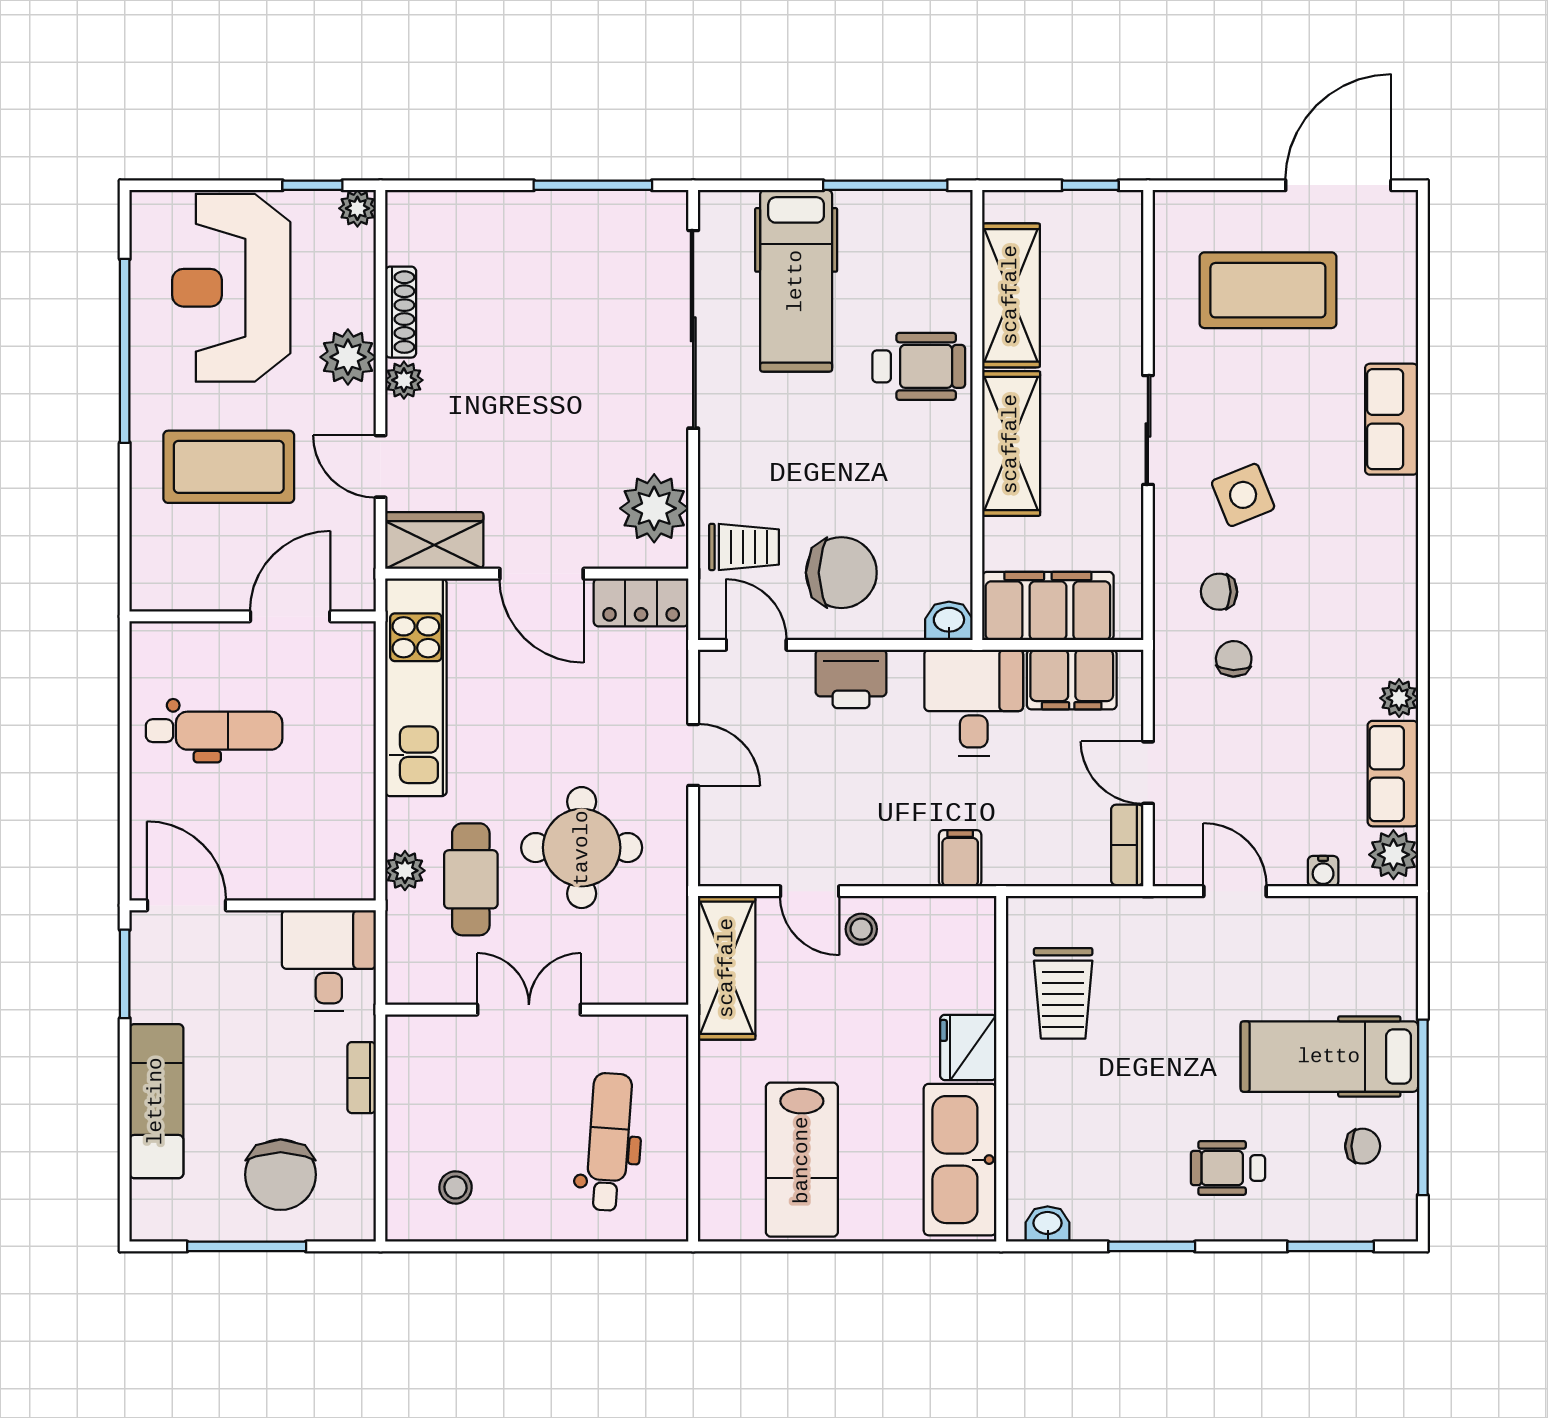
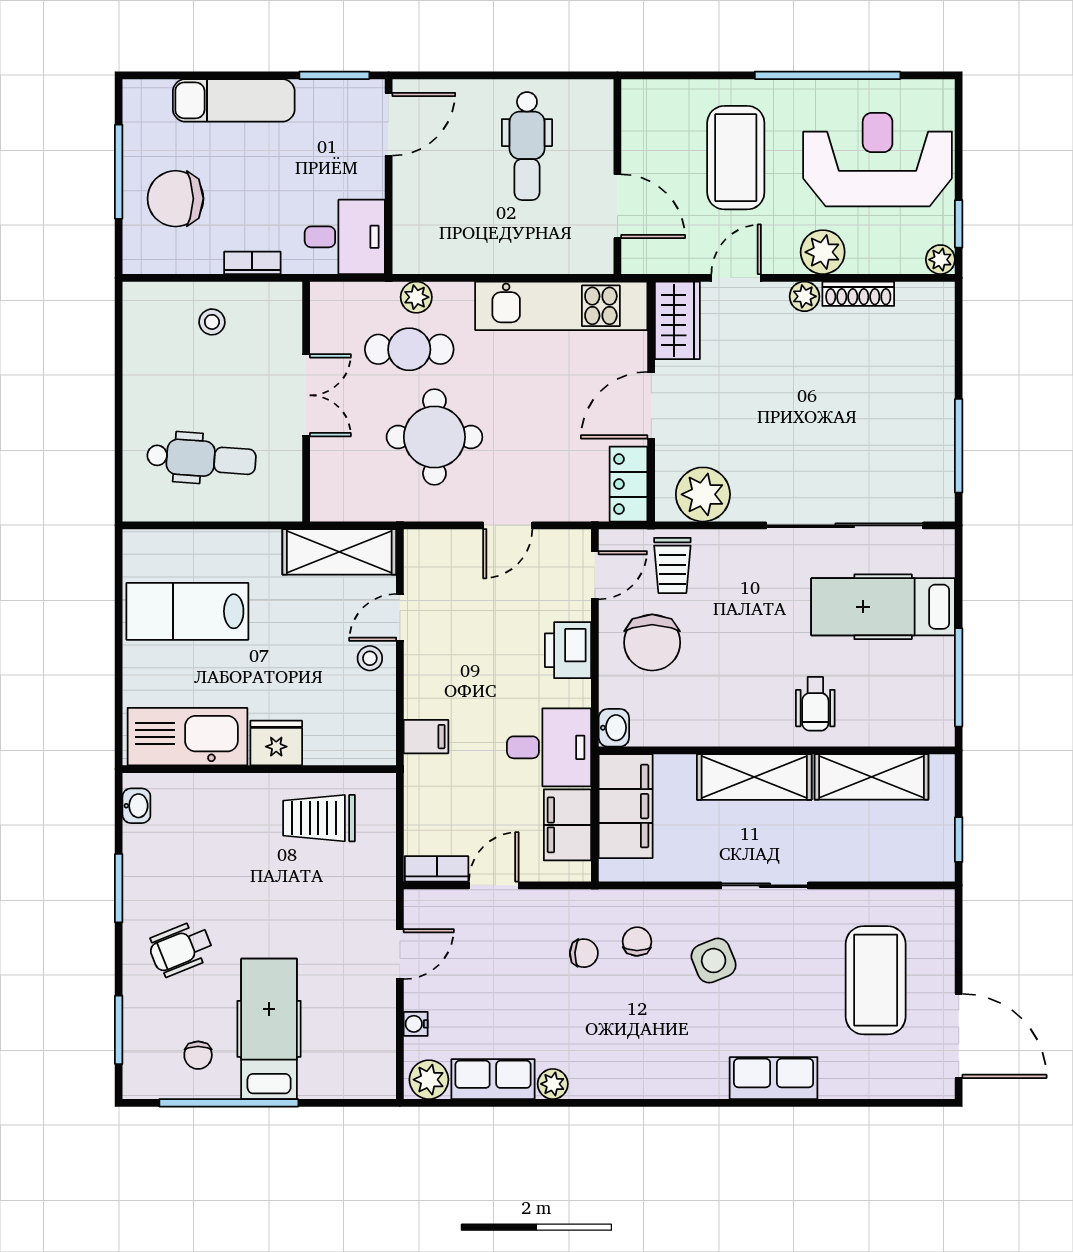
wheelchair: (919, 366) -> (815, 704), width x0.73, depth x0.73
wheelchair: (1228, 1168) -> (181, 949), turned -112
stool: (456, 1187) -> (212, 322), moved

